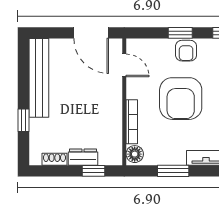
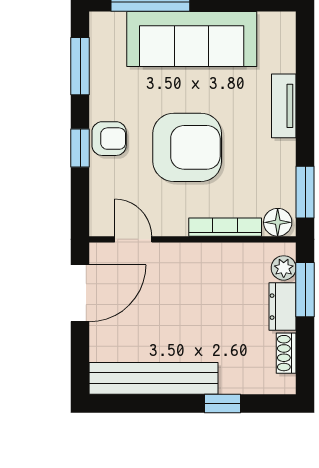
door: (124, 65) -> (133, 239), hinge flipped
plant: (107, 158) -> (284, 268), added
window: (93, 171) -> (305, 290), width x1.50
window: (173, 171) -> (305, 192), moved

